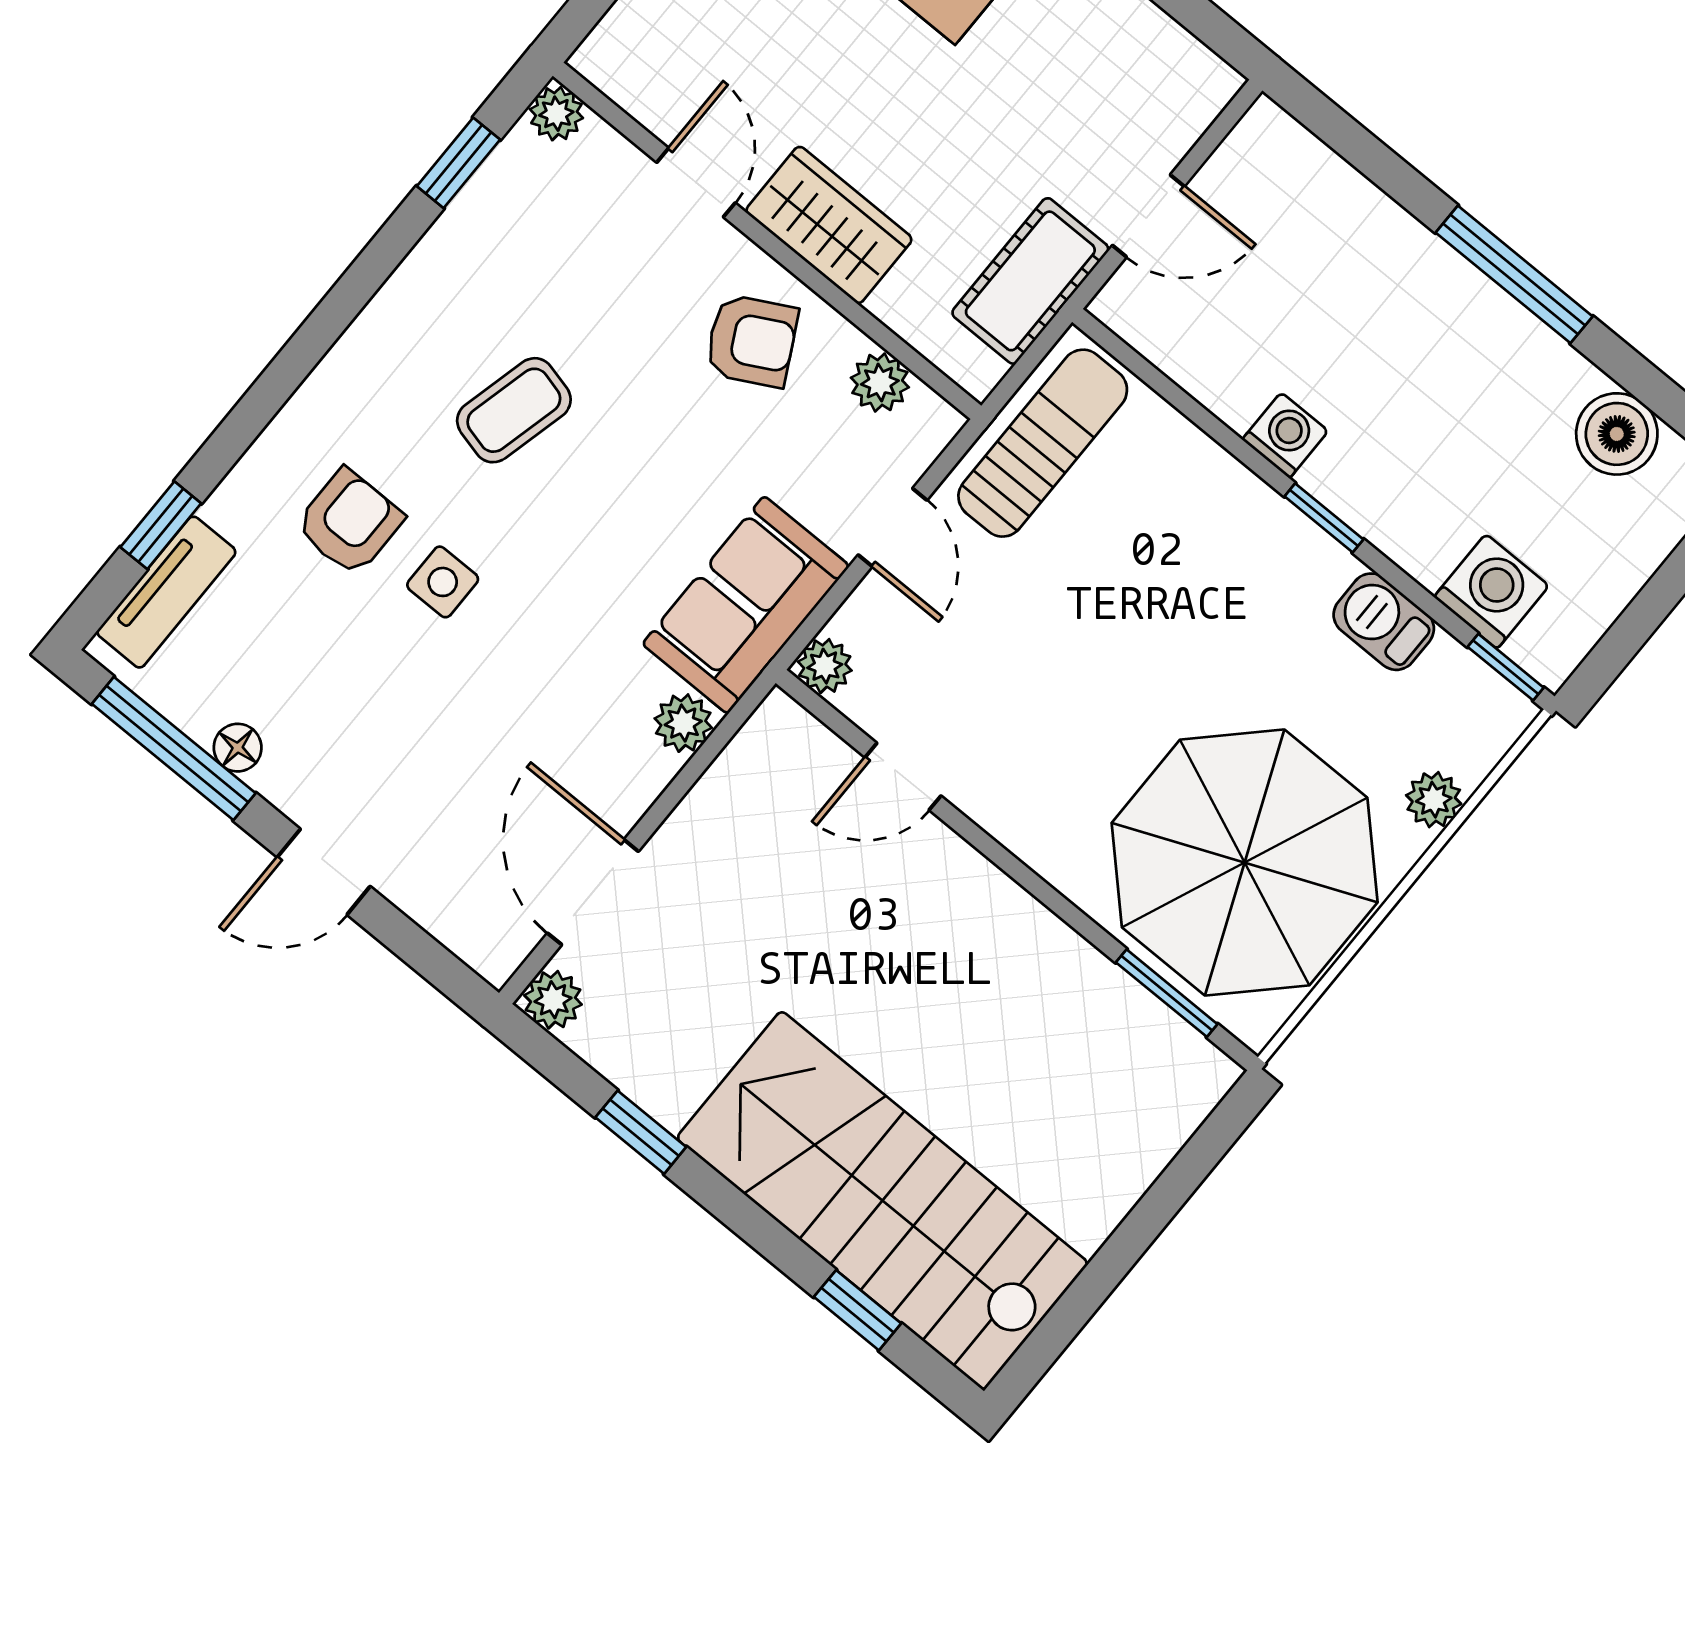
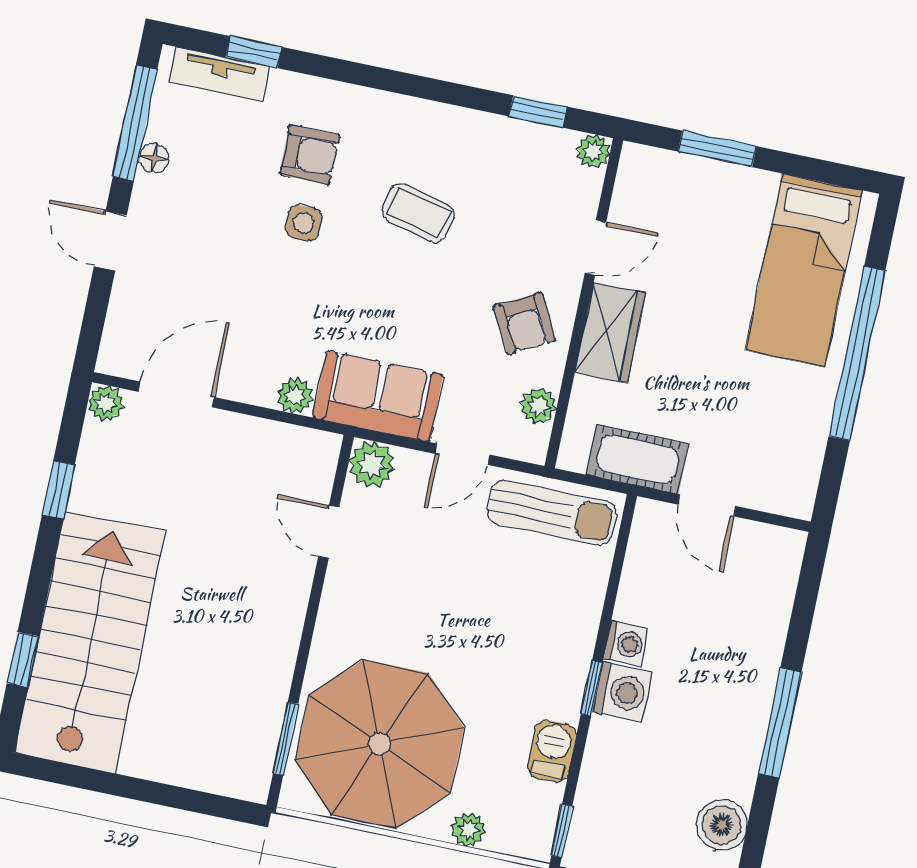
washing machine: (1491, 591) -> (622, 692), moved
plant: (825, 666) -> (372, 464), width x1.38, depth x1.38

